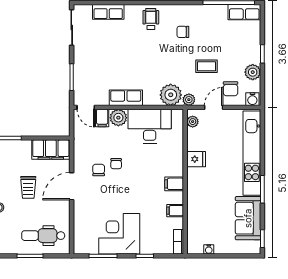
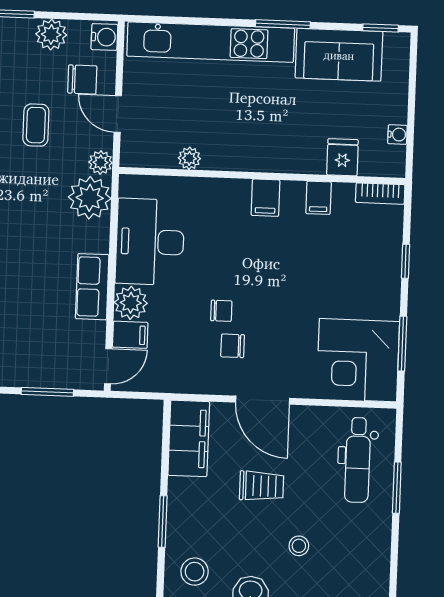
plant: (193, 122) -> (189, 158), moved
fridge: (196, 159) -> (342, 157), moved
corner desk: (119, 234) -> (358, 360), moved

